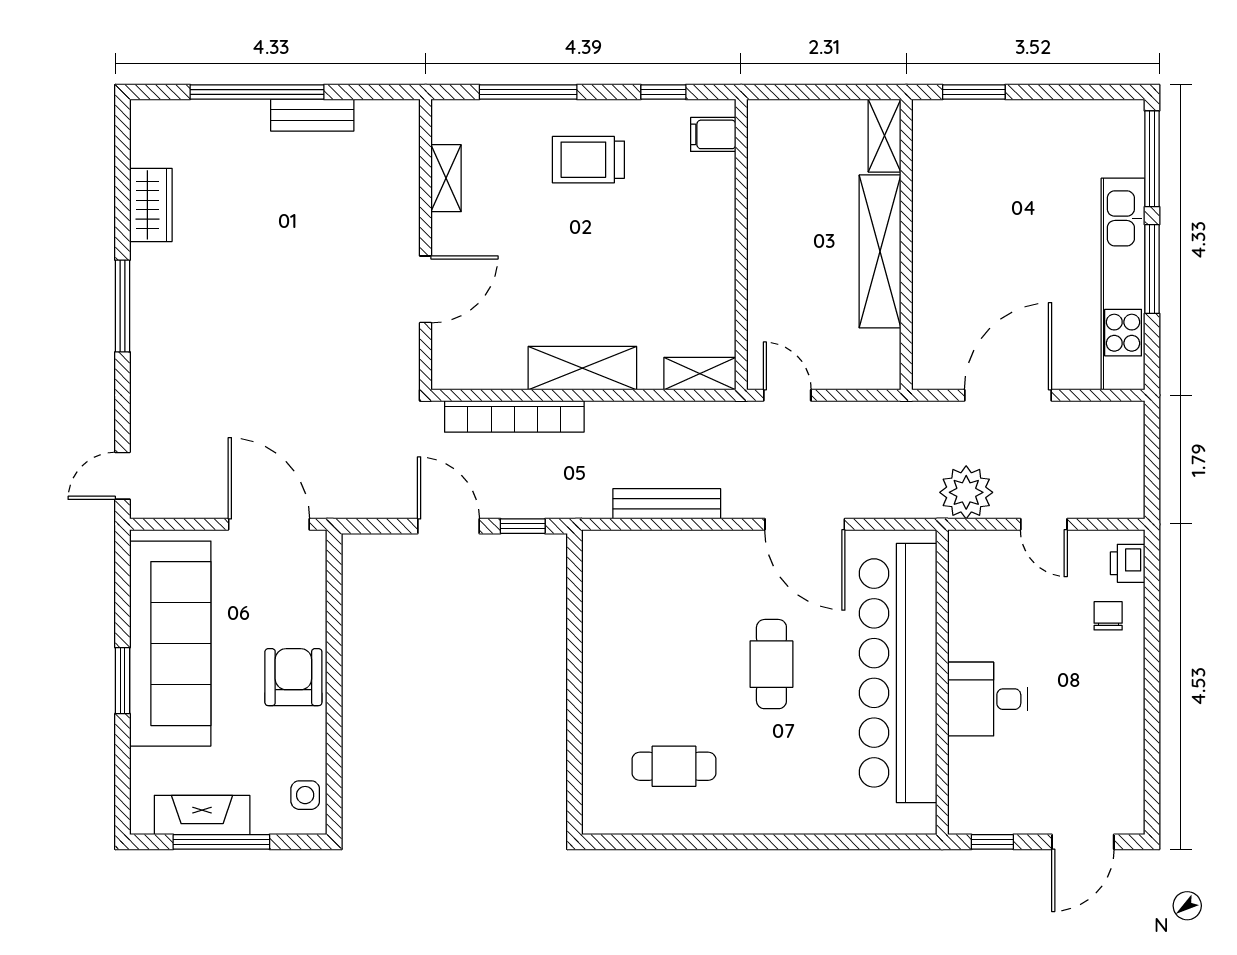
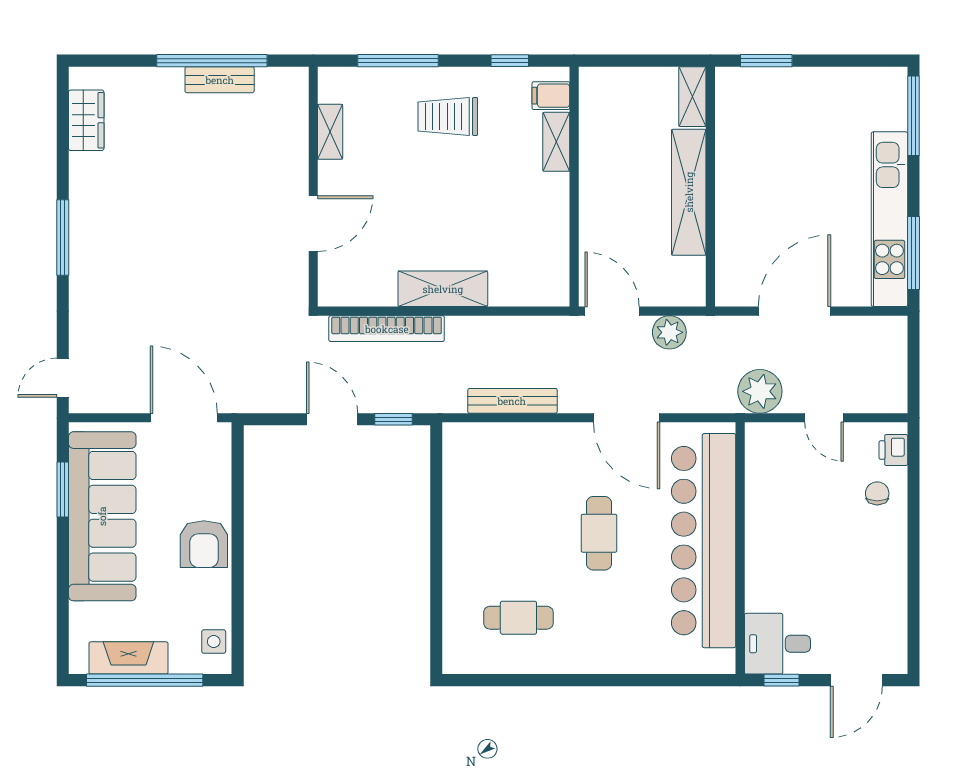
window: (257, 92) -> (212, 61), moved
wardrobe: (151, 205) -> (86, 120), moved
window: (1152, 269) -> (913, 253), moved
shelving: (700, 374) -> (556, 142), moved, turned 90
door: (787, 395) -> (612, 311), width x1.37
plant: (857, 421) -> (669, 332), added
armchair: (293, 677) -> (204, 544), turned 180
window: (122, 681) -> (63, 489), moved
desk: (987, 699) -> (777, 644), moved
window: (221, 842) -> (145, 680), width x1.46

